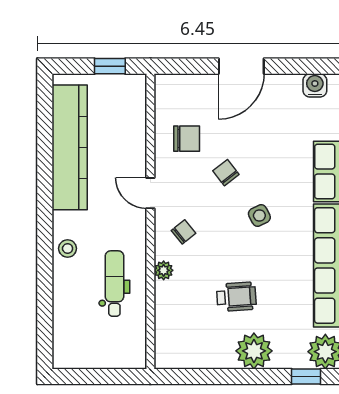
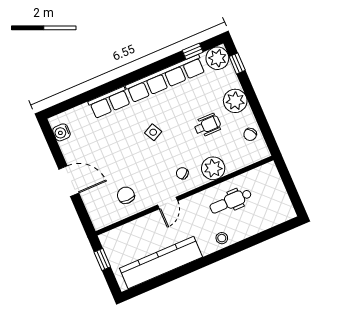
chair: (226, 173) -> (250, 134), moved
plant: (164, 270) -> (213, 168), width x1.88, depth x1.88
wheelchair: (236, 297) -> (207, 125), turned 94

